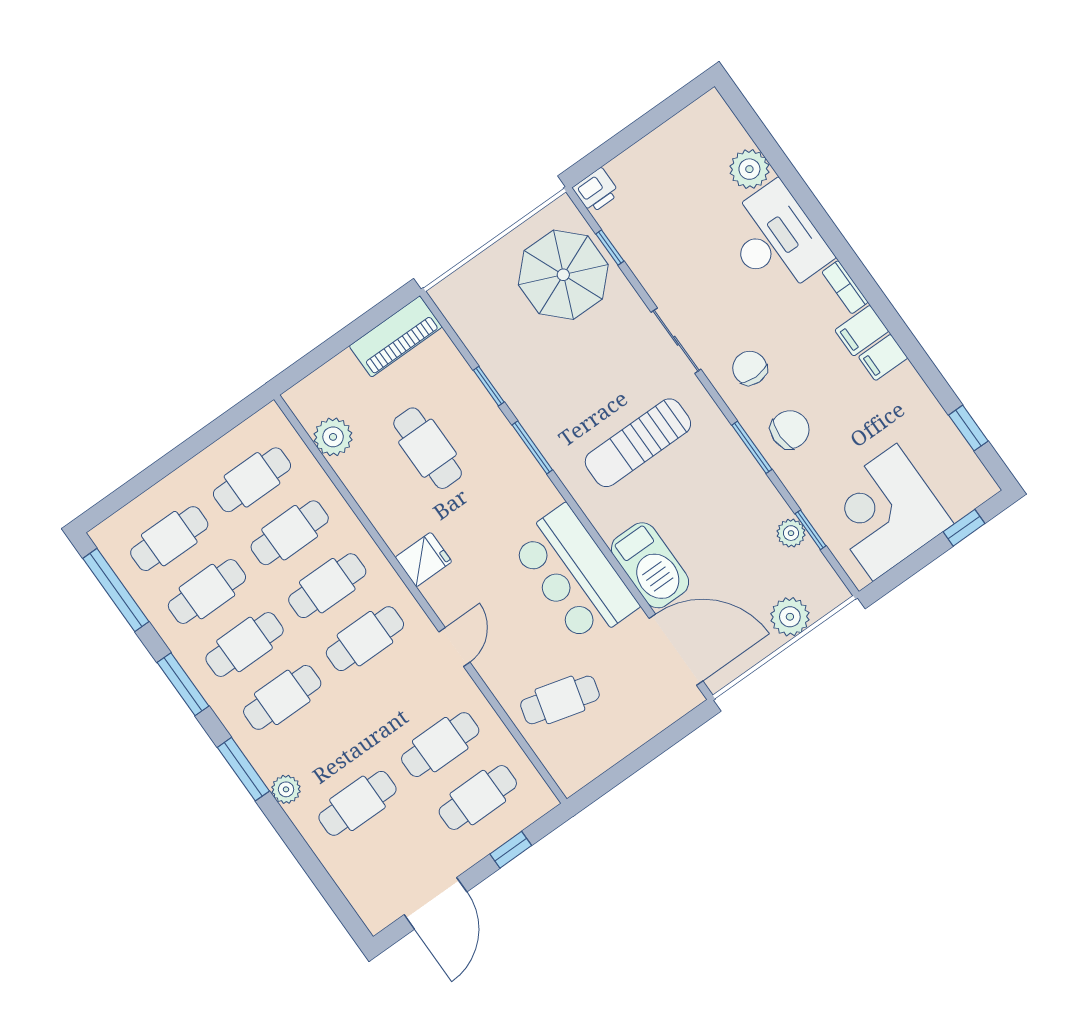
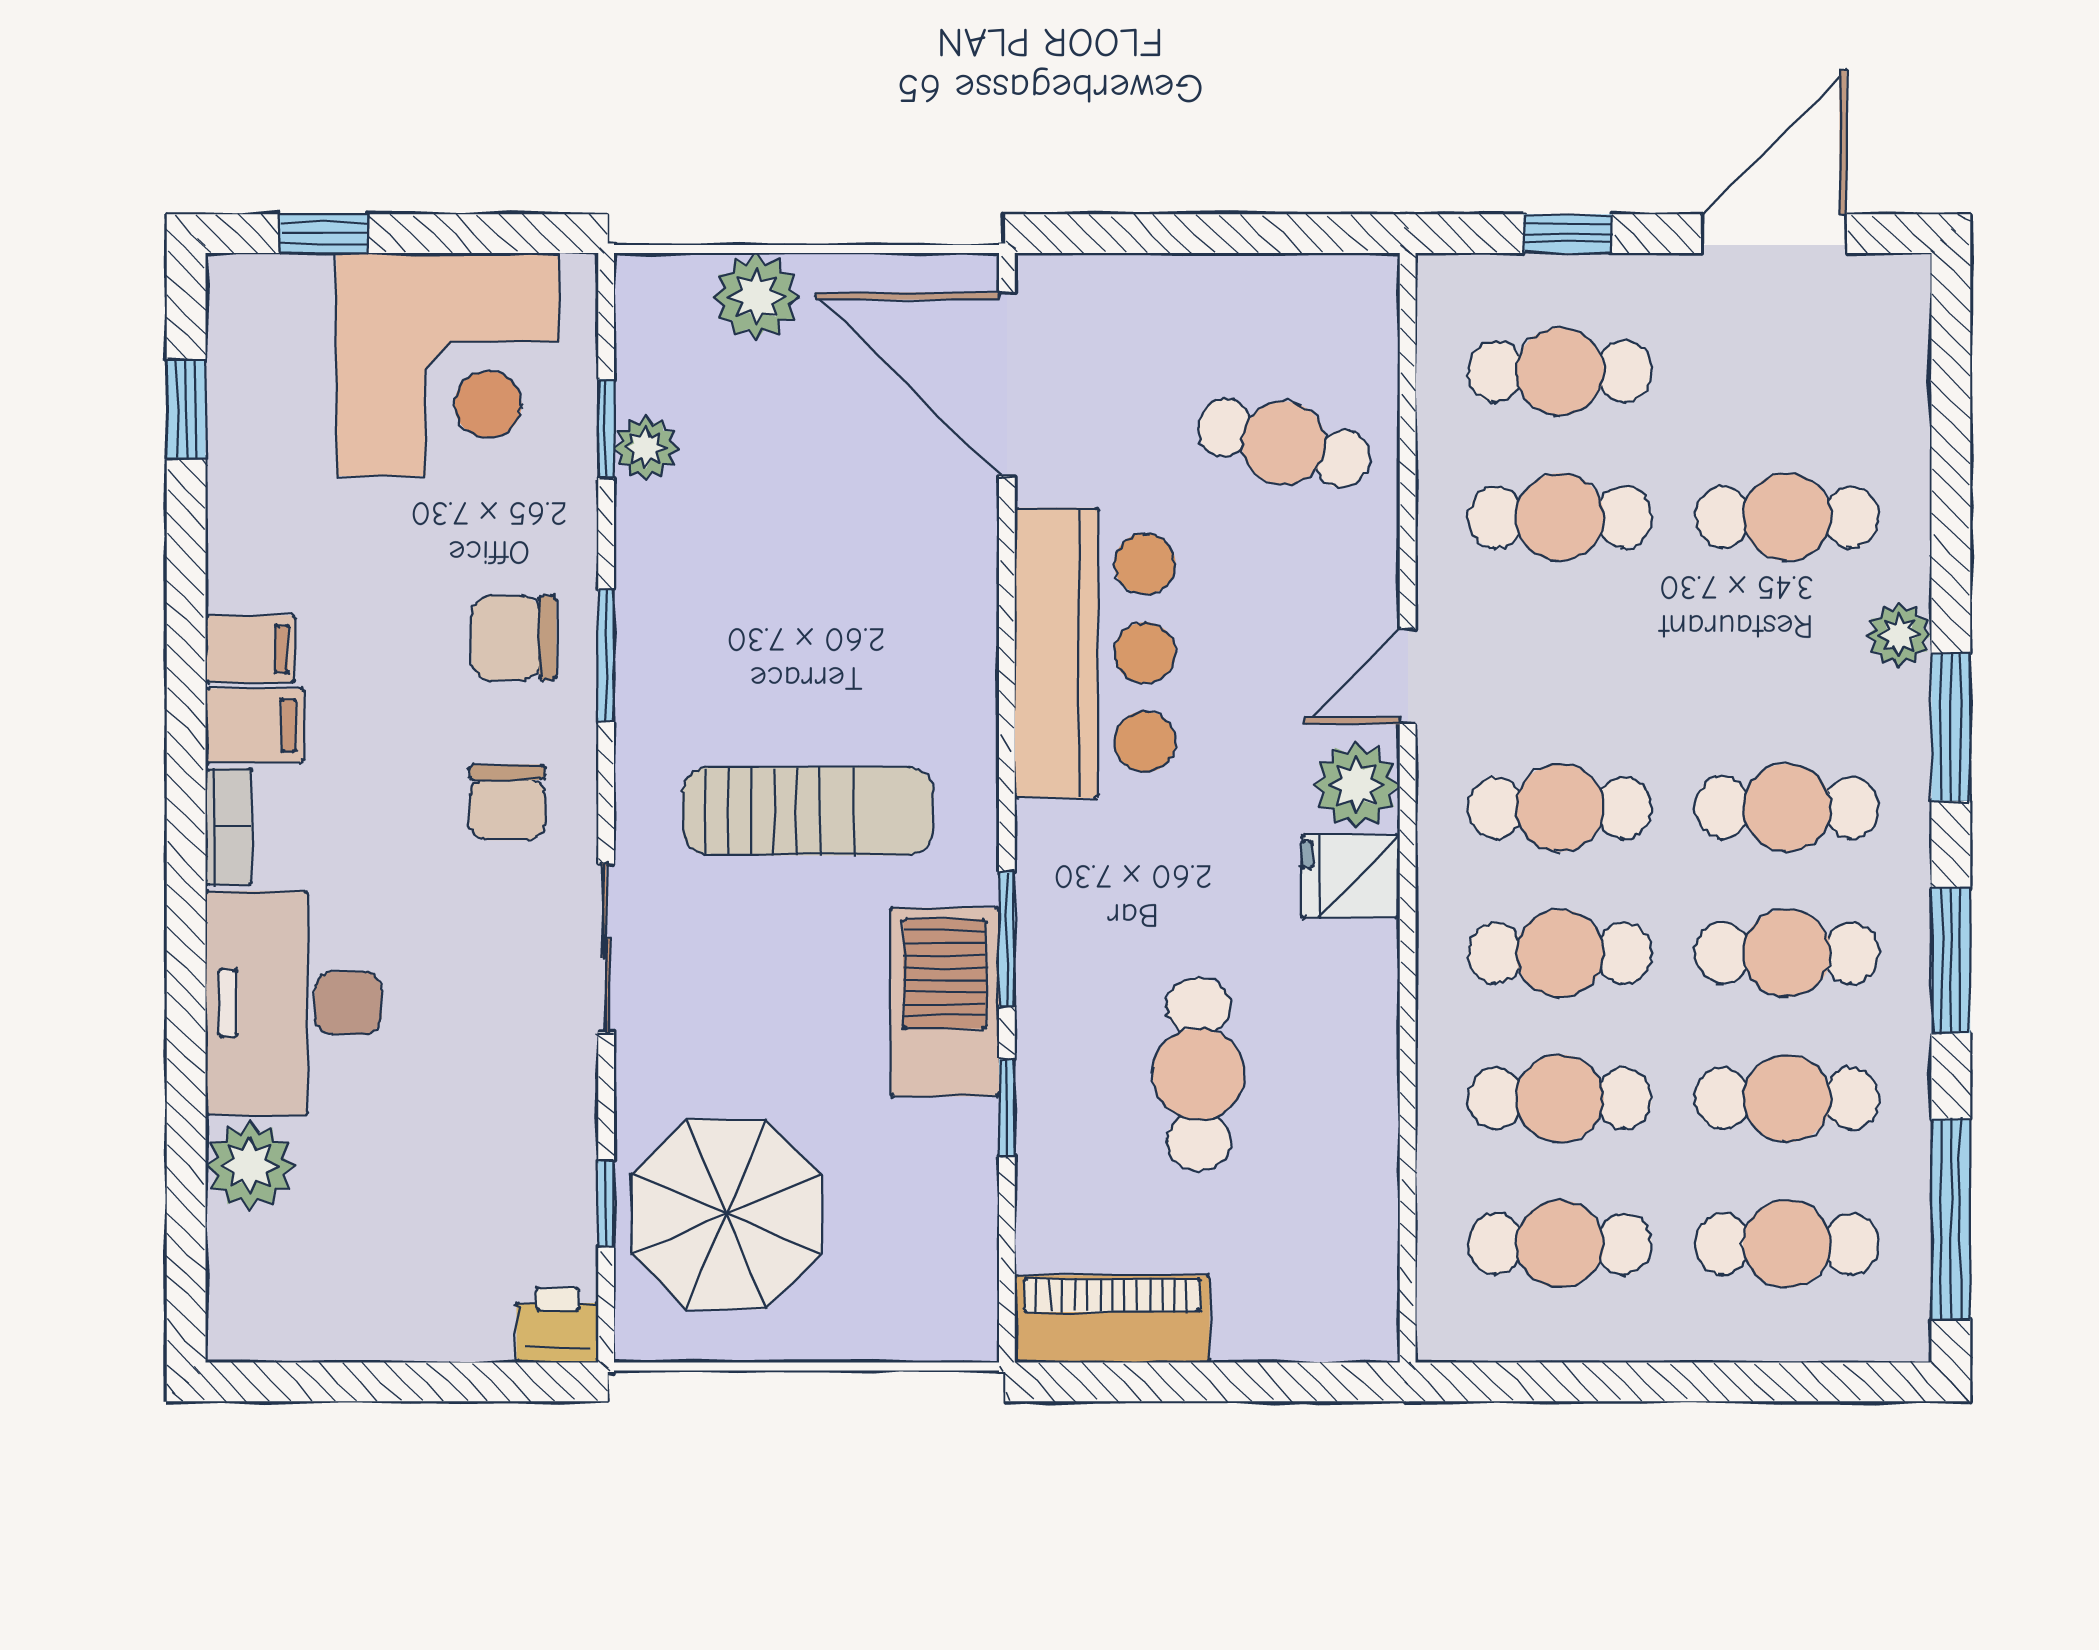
plant: (333, 437) -> (1356, 785), moved
barbecue: (650, 565) -> (945, 1002), moved

